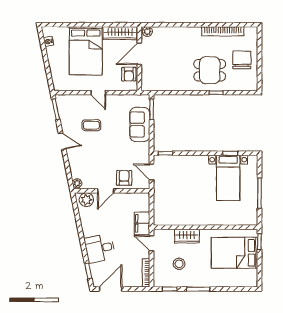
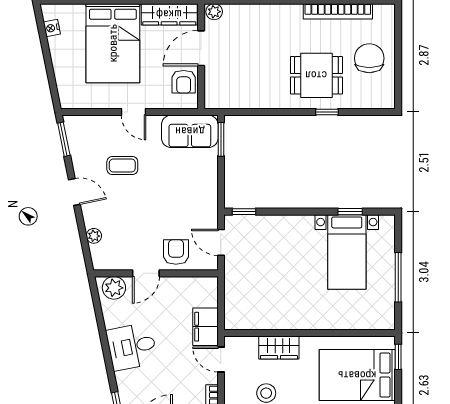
sofa: (140, 124) -> (190, 131), moved, turned -90
plant: (77, 183) -> (94, 236), moved
desk: (100, 248) -> (132, 347), moved

